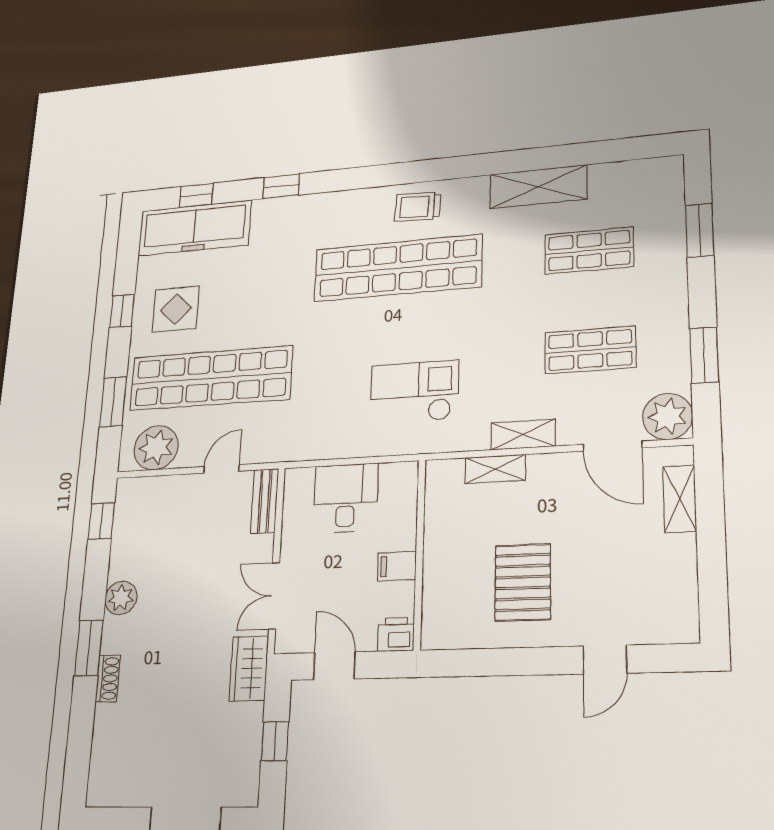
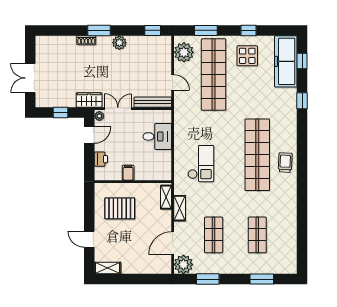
shelving: (538, 187) -> (289, 214), removed
shelving: (680, 499) -> (108, 268), moved
bench: (265, 501) -> (153, 102), width x1.36
wall: (419, 553) -> (133, 182), moved
filing cabinet: (397, 566) -> (128, 173), moved
plant: (289, 642) -> (99, 116), added

